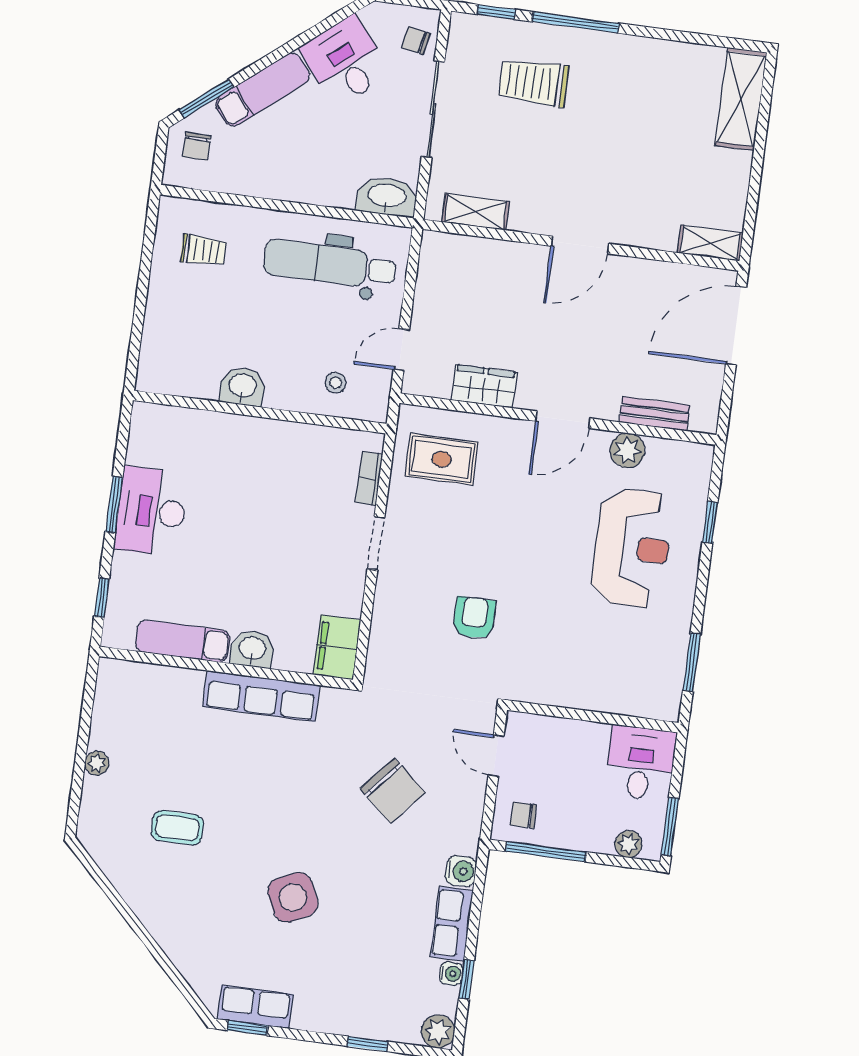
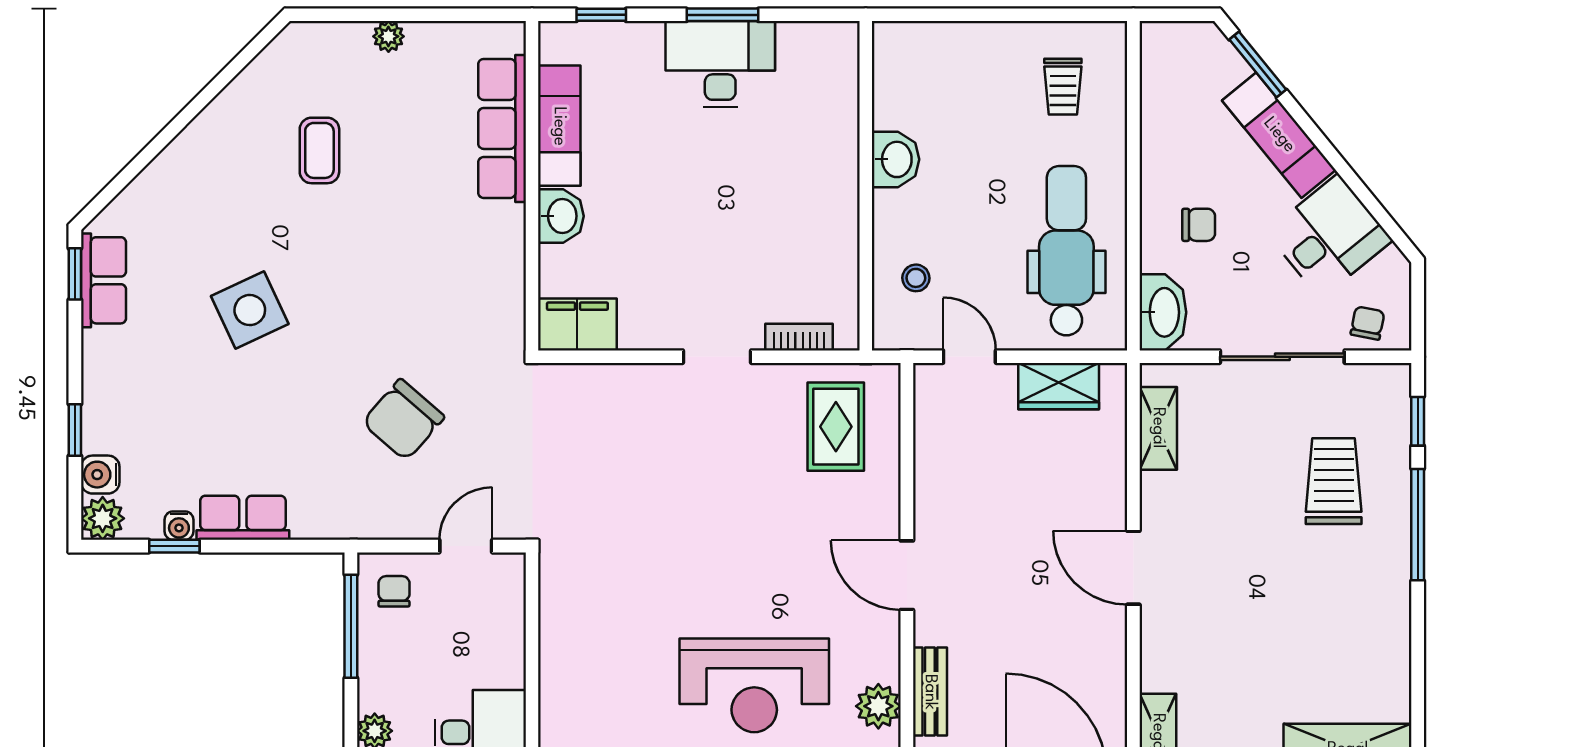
chair: (197, 146) -> (1199, 225), moved, turned 180
wardrobe: (484, 386) -> (1059, 386), moved, turned 90
plant: (627, 450) -> (878, 706), moved
armchair: (474, 618) -> (638, 495), removed
row of seats: (261, 696) -> (502, 128), moved
water cooler: (461, 871) -> (100, 475), moved, turned 90

